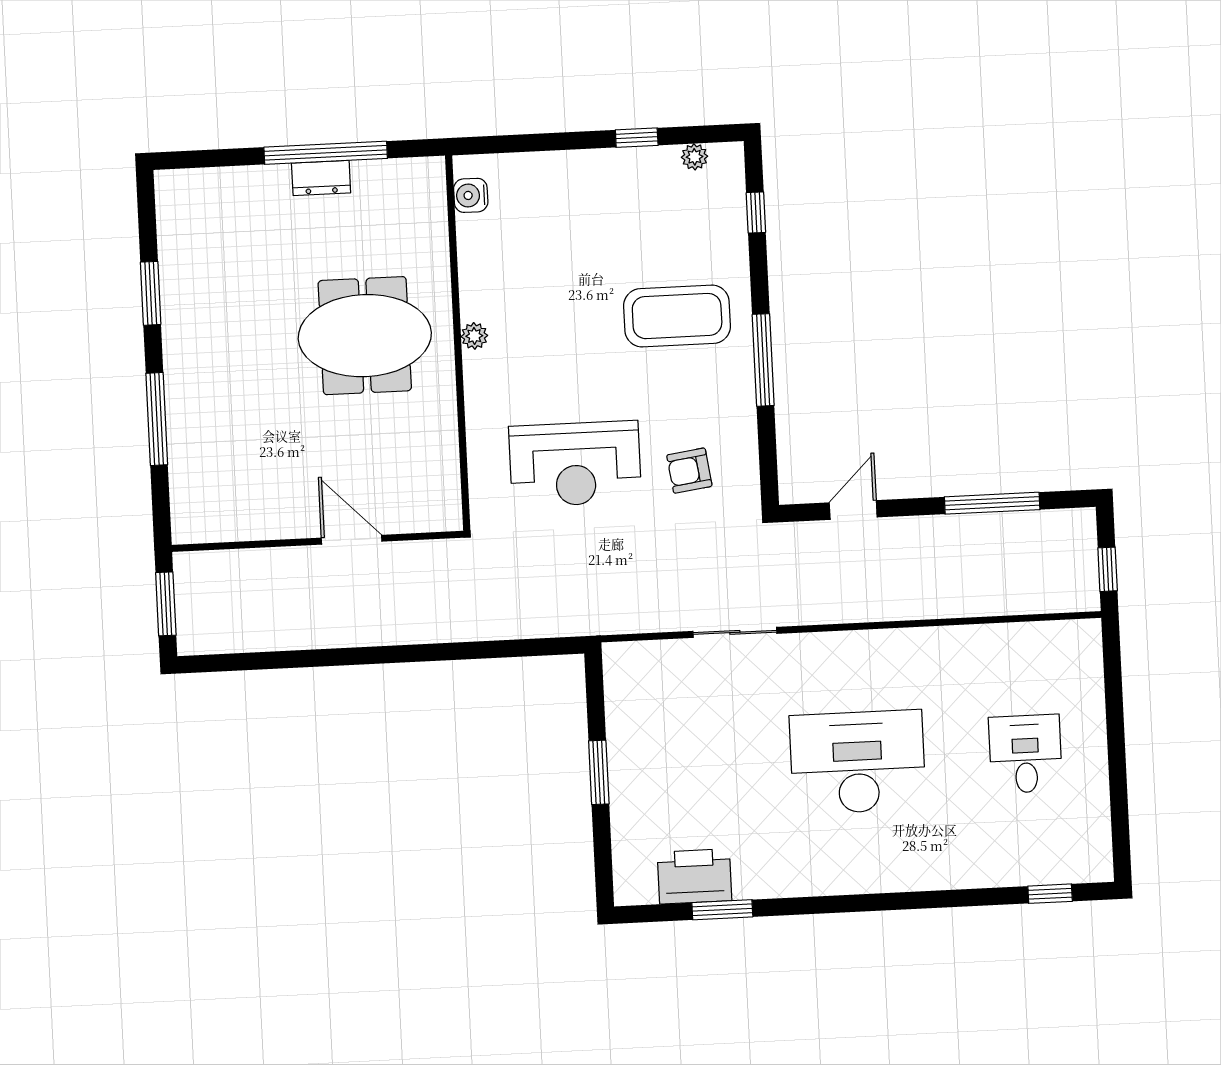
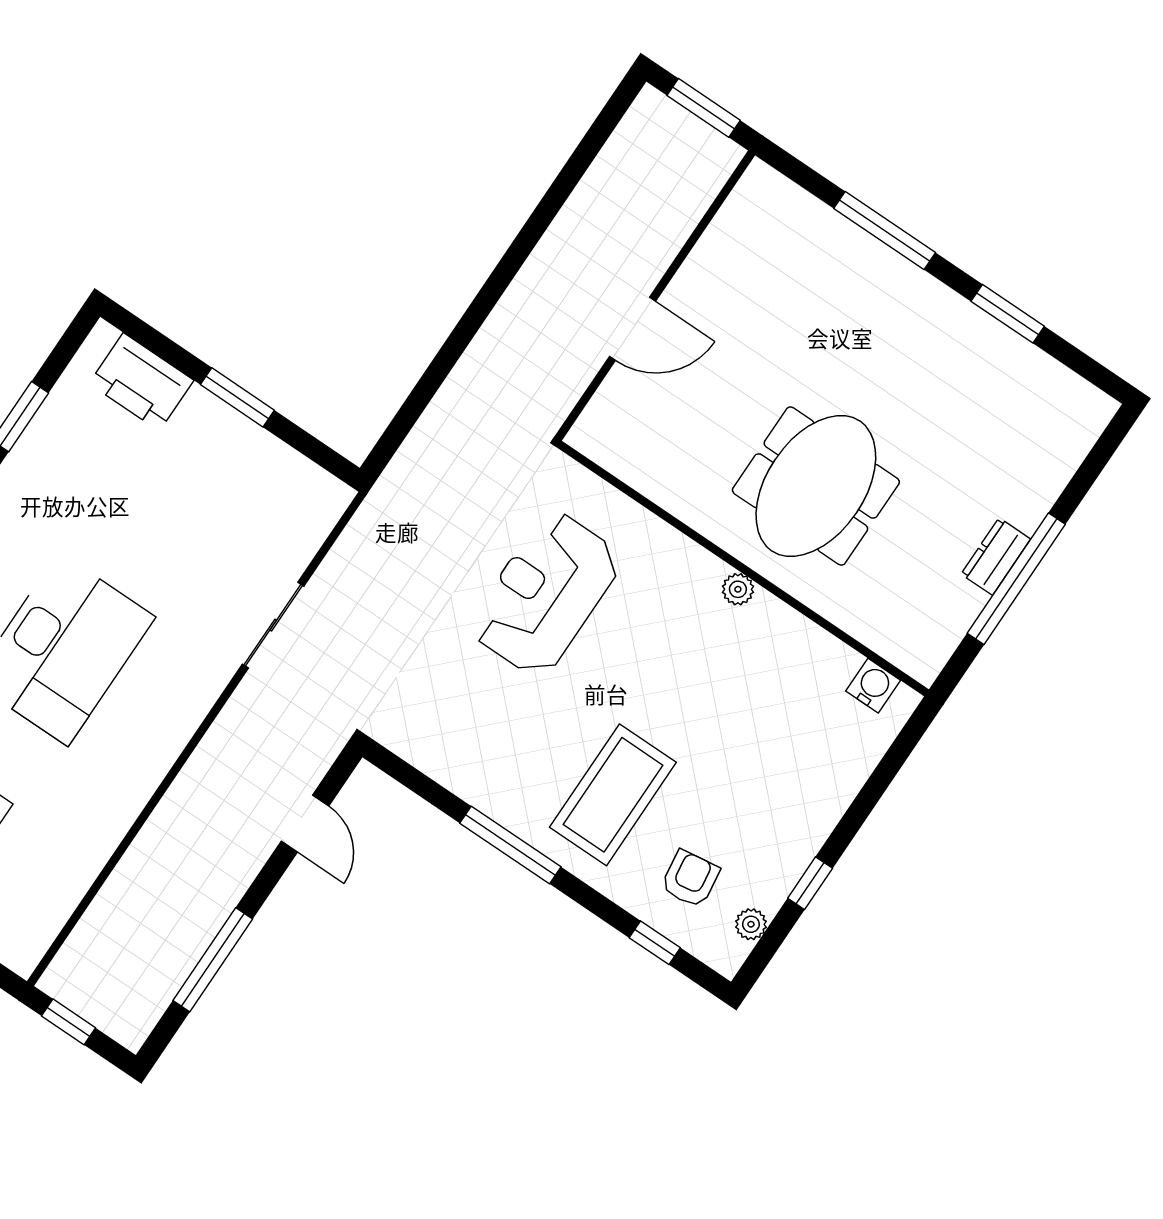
armchair: (689, 471) -> (690, 879), moved
printer: (695, 876) -> (141, 382), moved, turned 90

